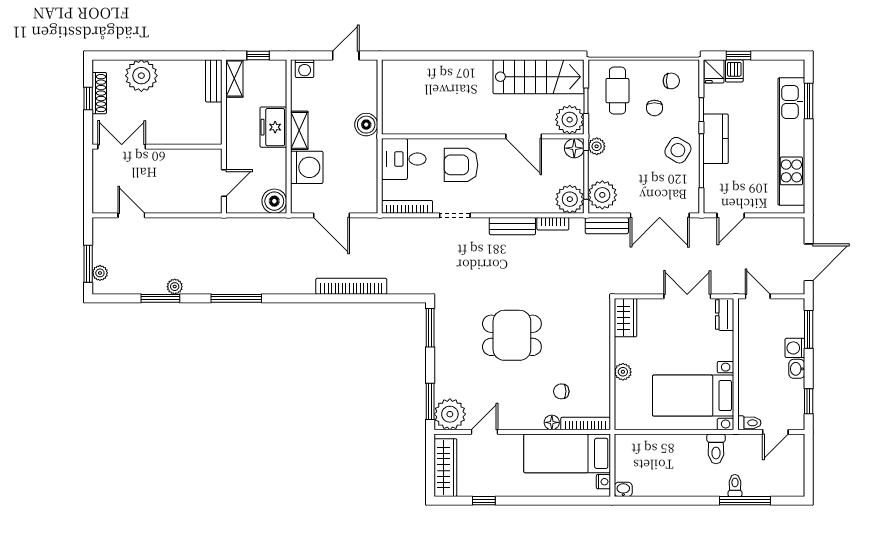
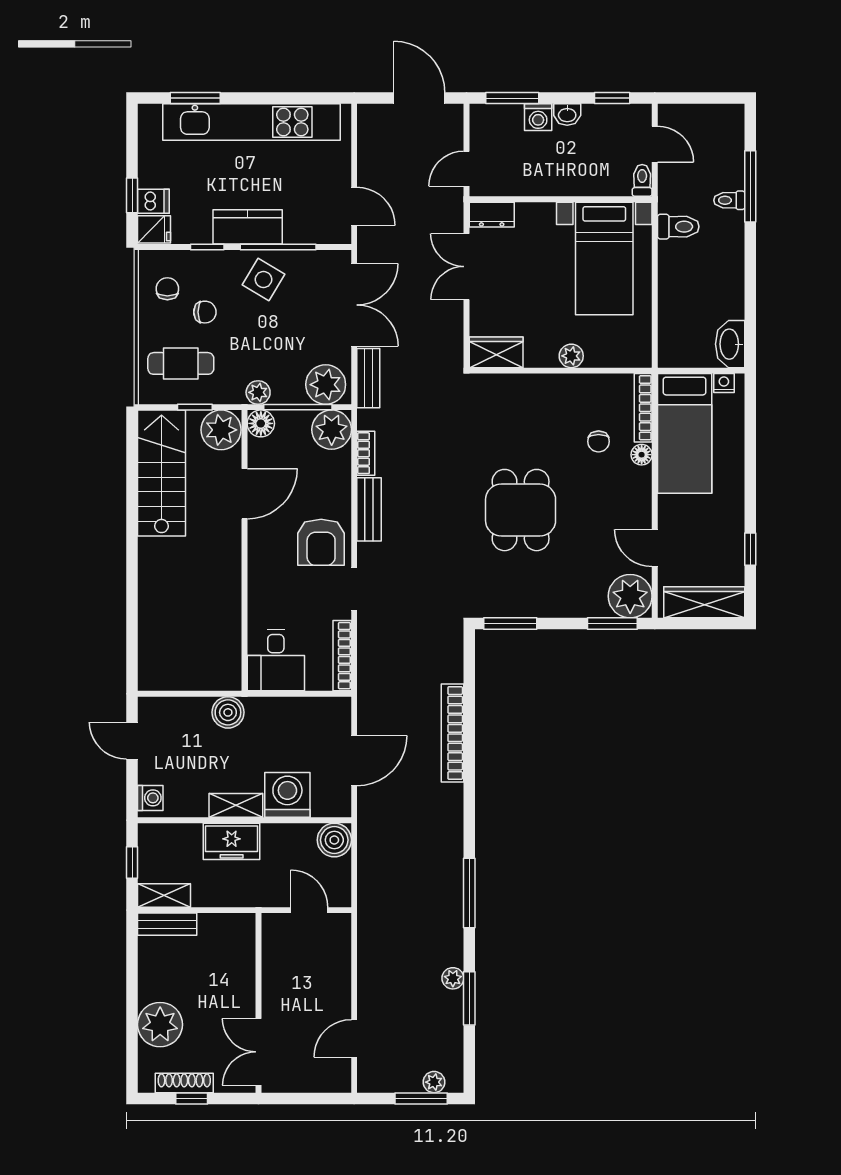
armchair: (461, 165) -> (321, 542), moved
washbasin: (623, 489) -> (730, 344), width x1.91, depth x1.45

